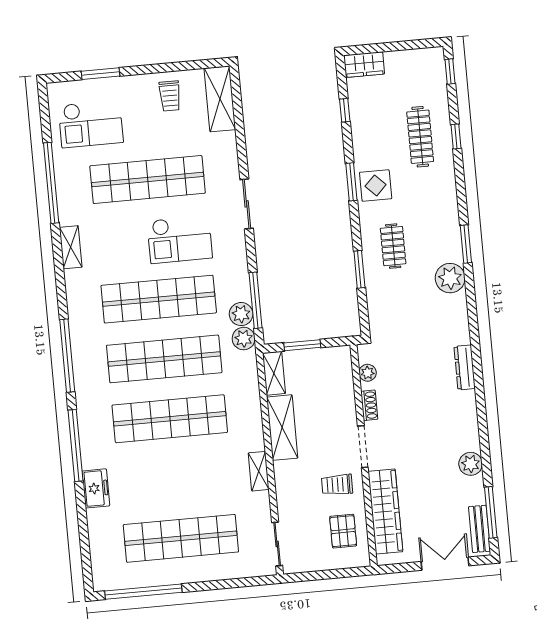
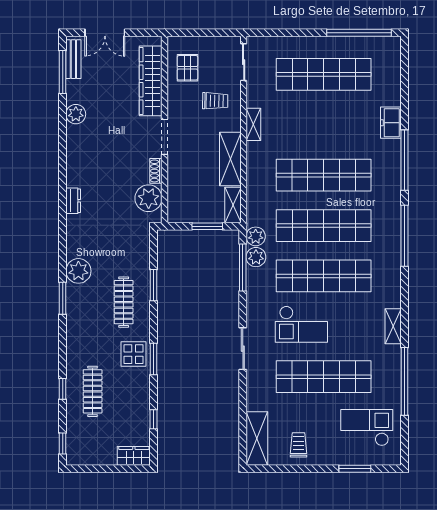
checkout: (180, 239) -> (301, 324), turned 180
clothes rail: (393, 246) -> (124, 302), width x1.36
dresser: (465, 367) -> (73, 201), width x0.70
plant: (368, 373) -> (149, 198), width x1.88, depth x1.88
trolley: (337, 485) -> (215, 101), moved

